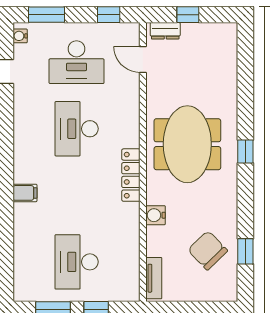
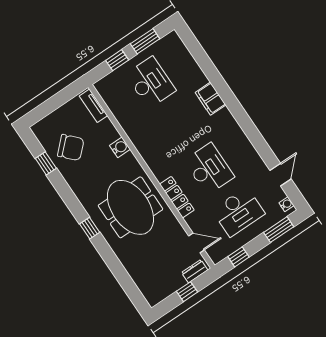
desk: (77, 62) -> (238, 212), turned 180
locker: (131, 175) -> (177, 197), moved
filing cabinet: (25, 193) -> (211, 99), width x2.00

